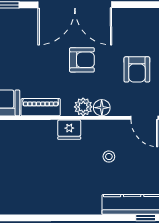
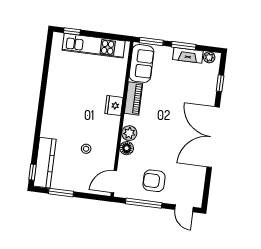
armchair: (82, 60) -> (168, 137), removed
fridge: (69, 130) -> (114, 105), moved

